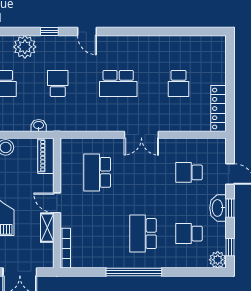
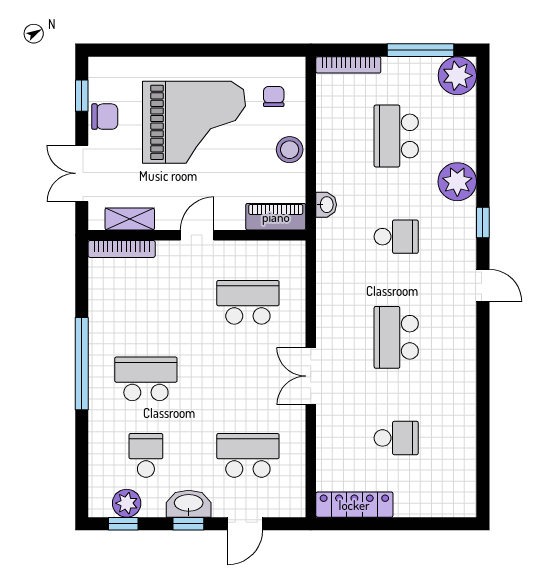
door: (87, 31) -> (483, 285), swing flipped
school desk: (179, 83) -> (396, 438), turned 180
school desk: (189, 172) -> (248, 455), width x1.85
shelving: (47, 228) -> (130, 219), moved
plant: (218, 260) -> (127, 503), moved

